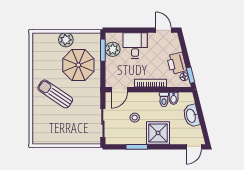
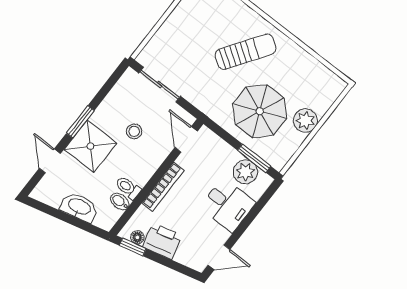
window: (137, 147) -> (80, 122), moved
door: (194, 147) -> (50, 161), moved

